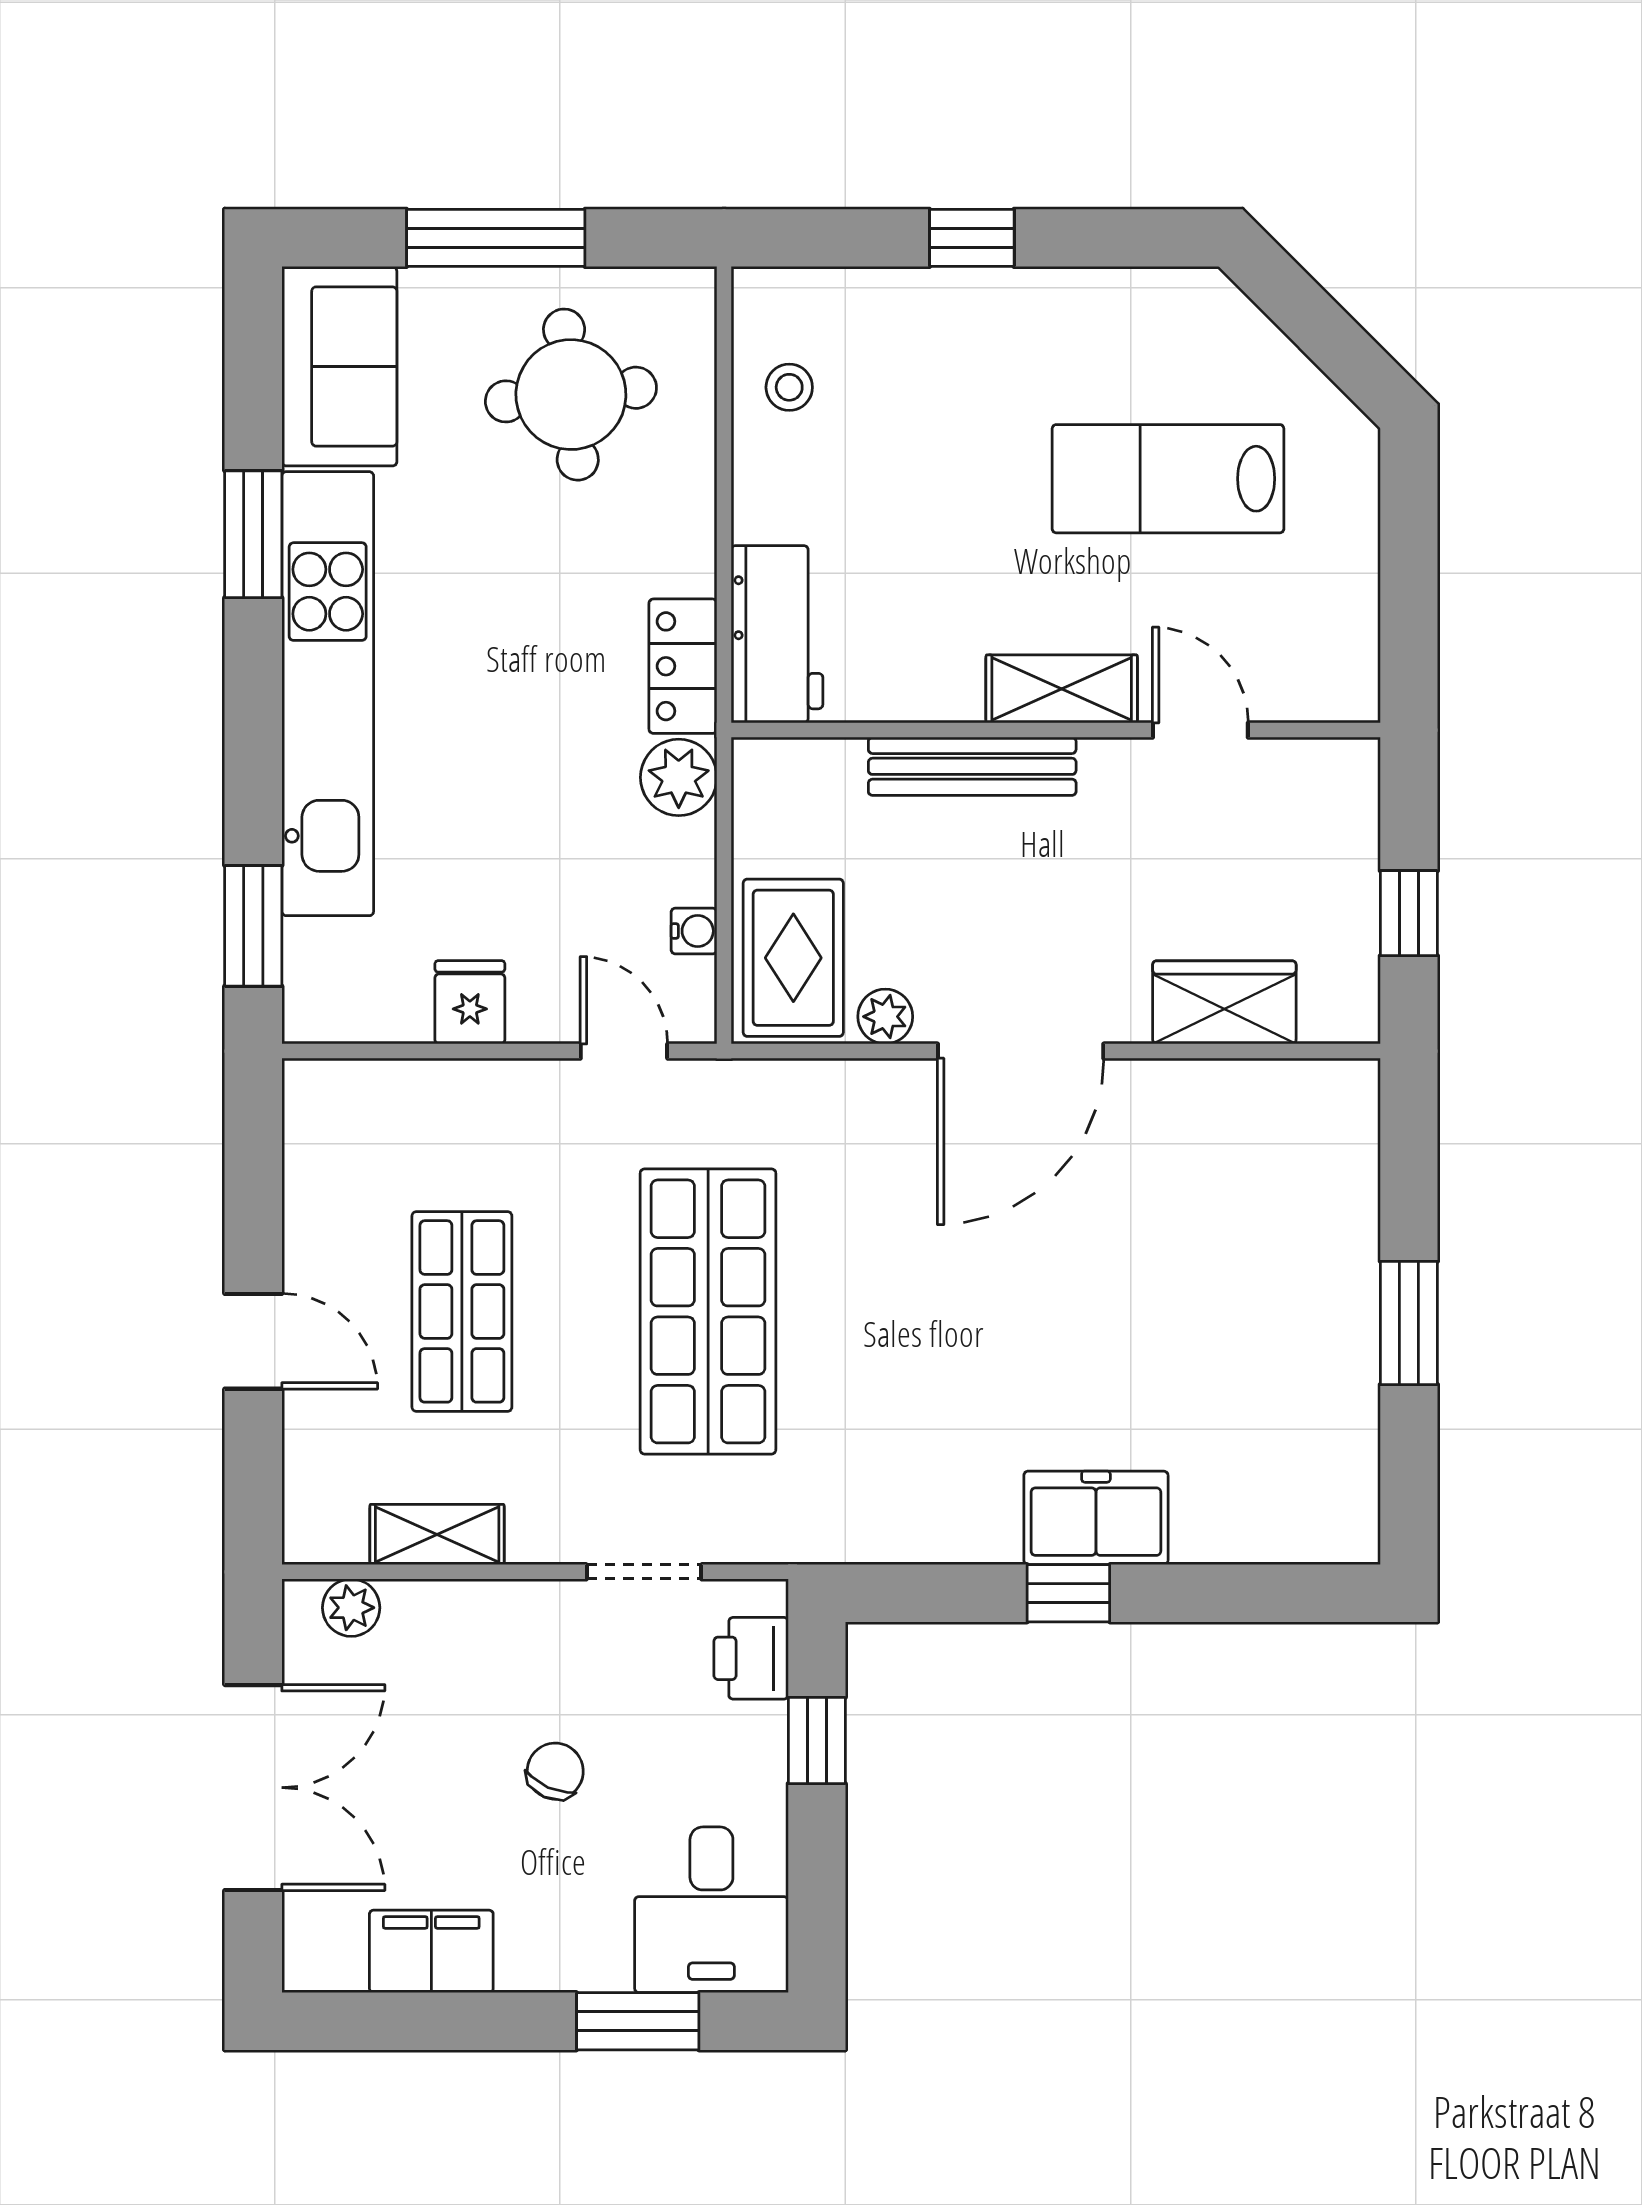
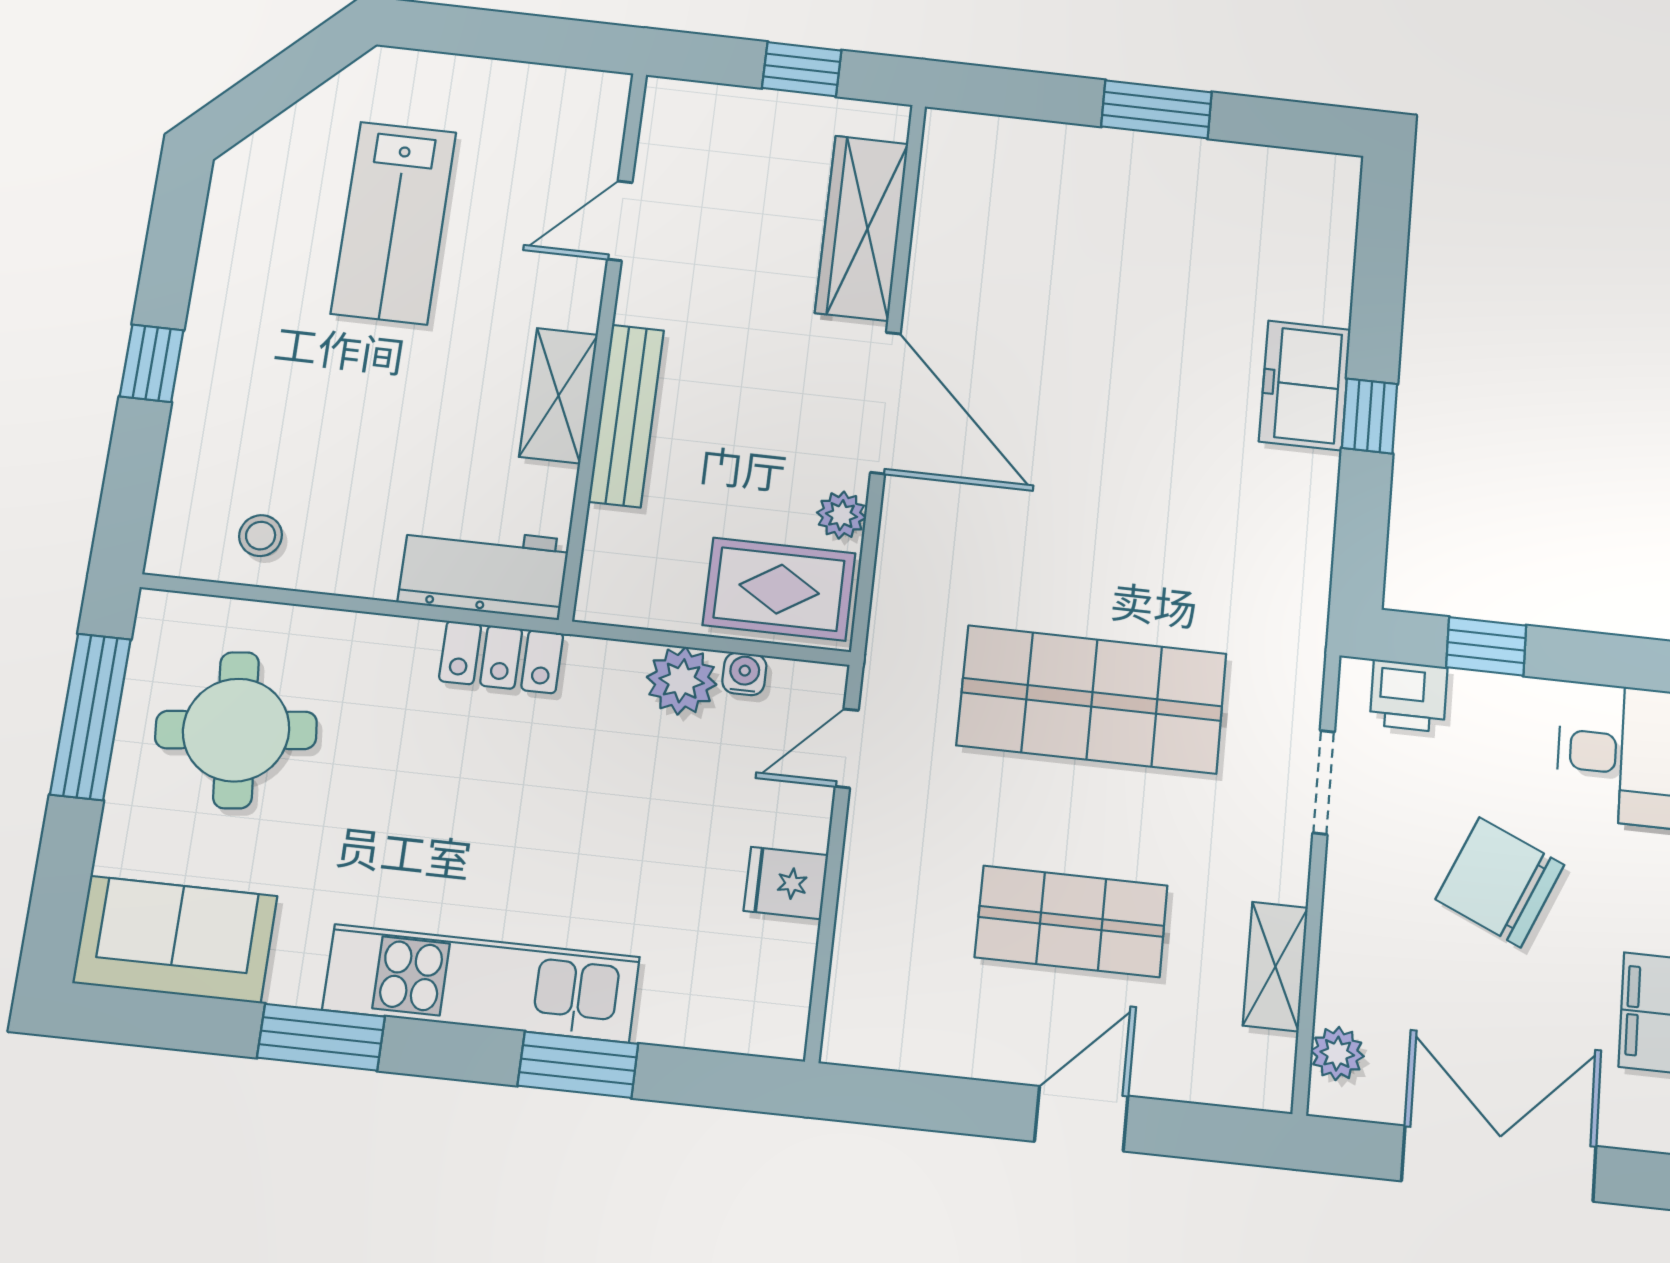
window: (496, 238) -> (91, 717), moved
shelving: (1062, 689) -> (559, 396), moved
kitchen unit: (328, 694) -> (481, 983), width x0.73
plant: (679, 777) -> (682, 681), moved
window: (253, 926) -> (578, 1065), moved
wardrobe: (1224, 1002) -> (862, 228), width x1.50
chair: (555, 1771) -> (1500, 882), width x1.87, depth x1.87

